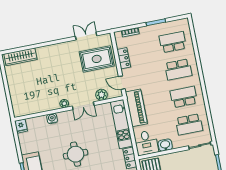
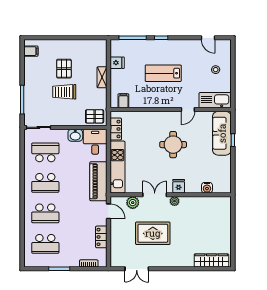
rug: (97, 59) -> (153, 233), moved
school desk: (178, 70) -> (45, 213), turned 180
water cooler: (52, 118) -> (207, 188), moved
fridge: (21, 126) -> (179, 186), moved

